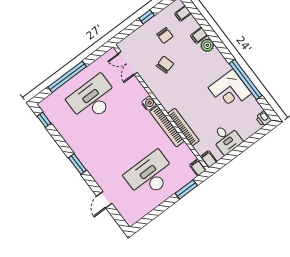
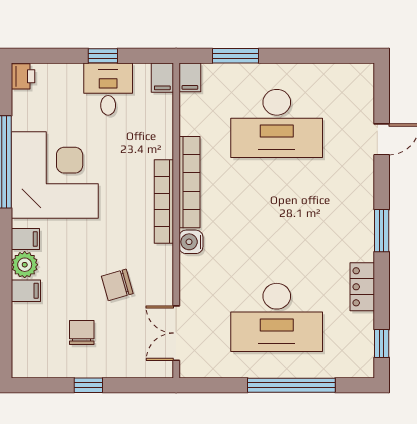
filing cabinet: (183, 13) -> (25, 239), moved
double door: (128, 63) -> (176, 333), swing flipped
corner desk: (230, 90) -> (55, 175), width x1.36, depth x1.36
bookcase: (183, 127) -> (164, 201), moved
locker: (68, 136) -> (362, 287), added
window: (238, 150) -> (103, 56), added

